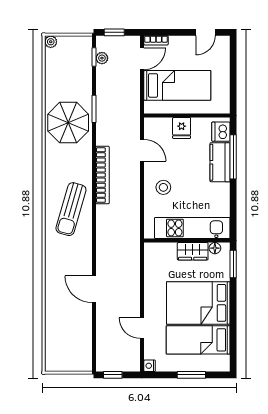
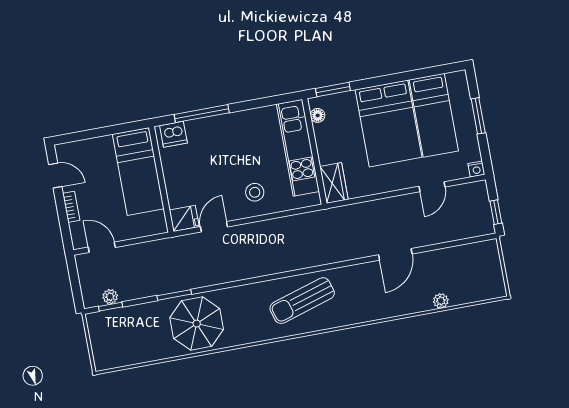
window: (114, 32) -> (76, 287), removed
bookcase: (156, 40) -> (71, 207), moved
plant: (51, 42) -> (441, 301), moved
bed: (177, 85) -> (138, 171), moved, turned 180
fridge: (182, 128) -> (184, 218), moved
kitchen counter: (220, 162) -> (211, 128), removed
bookcase: (102, 175) -> (253, 270), removed
sun lounger: (71, 209) -> (302, 301), turned 147
wardrobe: (193, 251) -> (334, 183), moved

